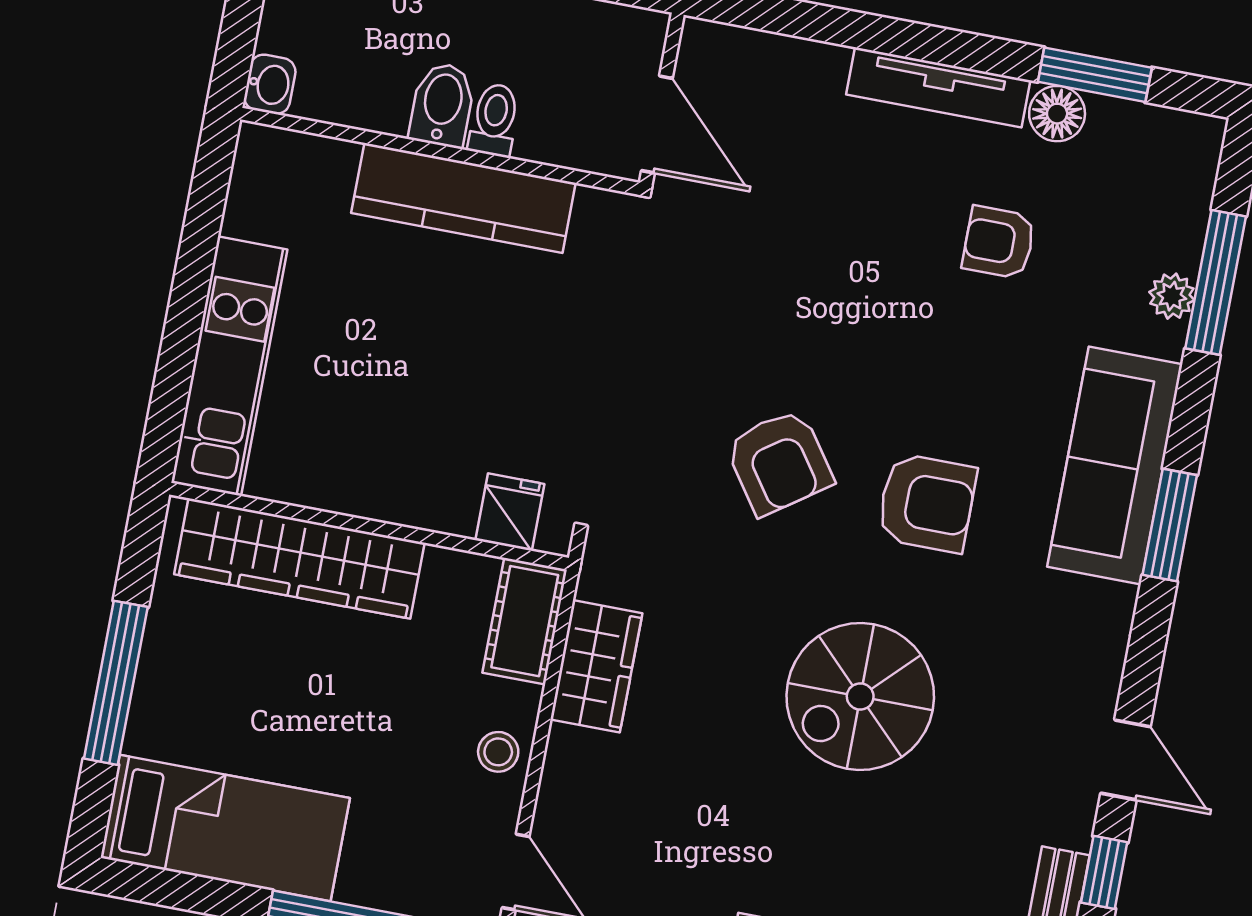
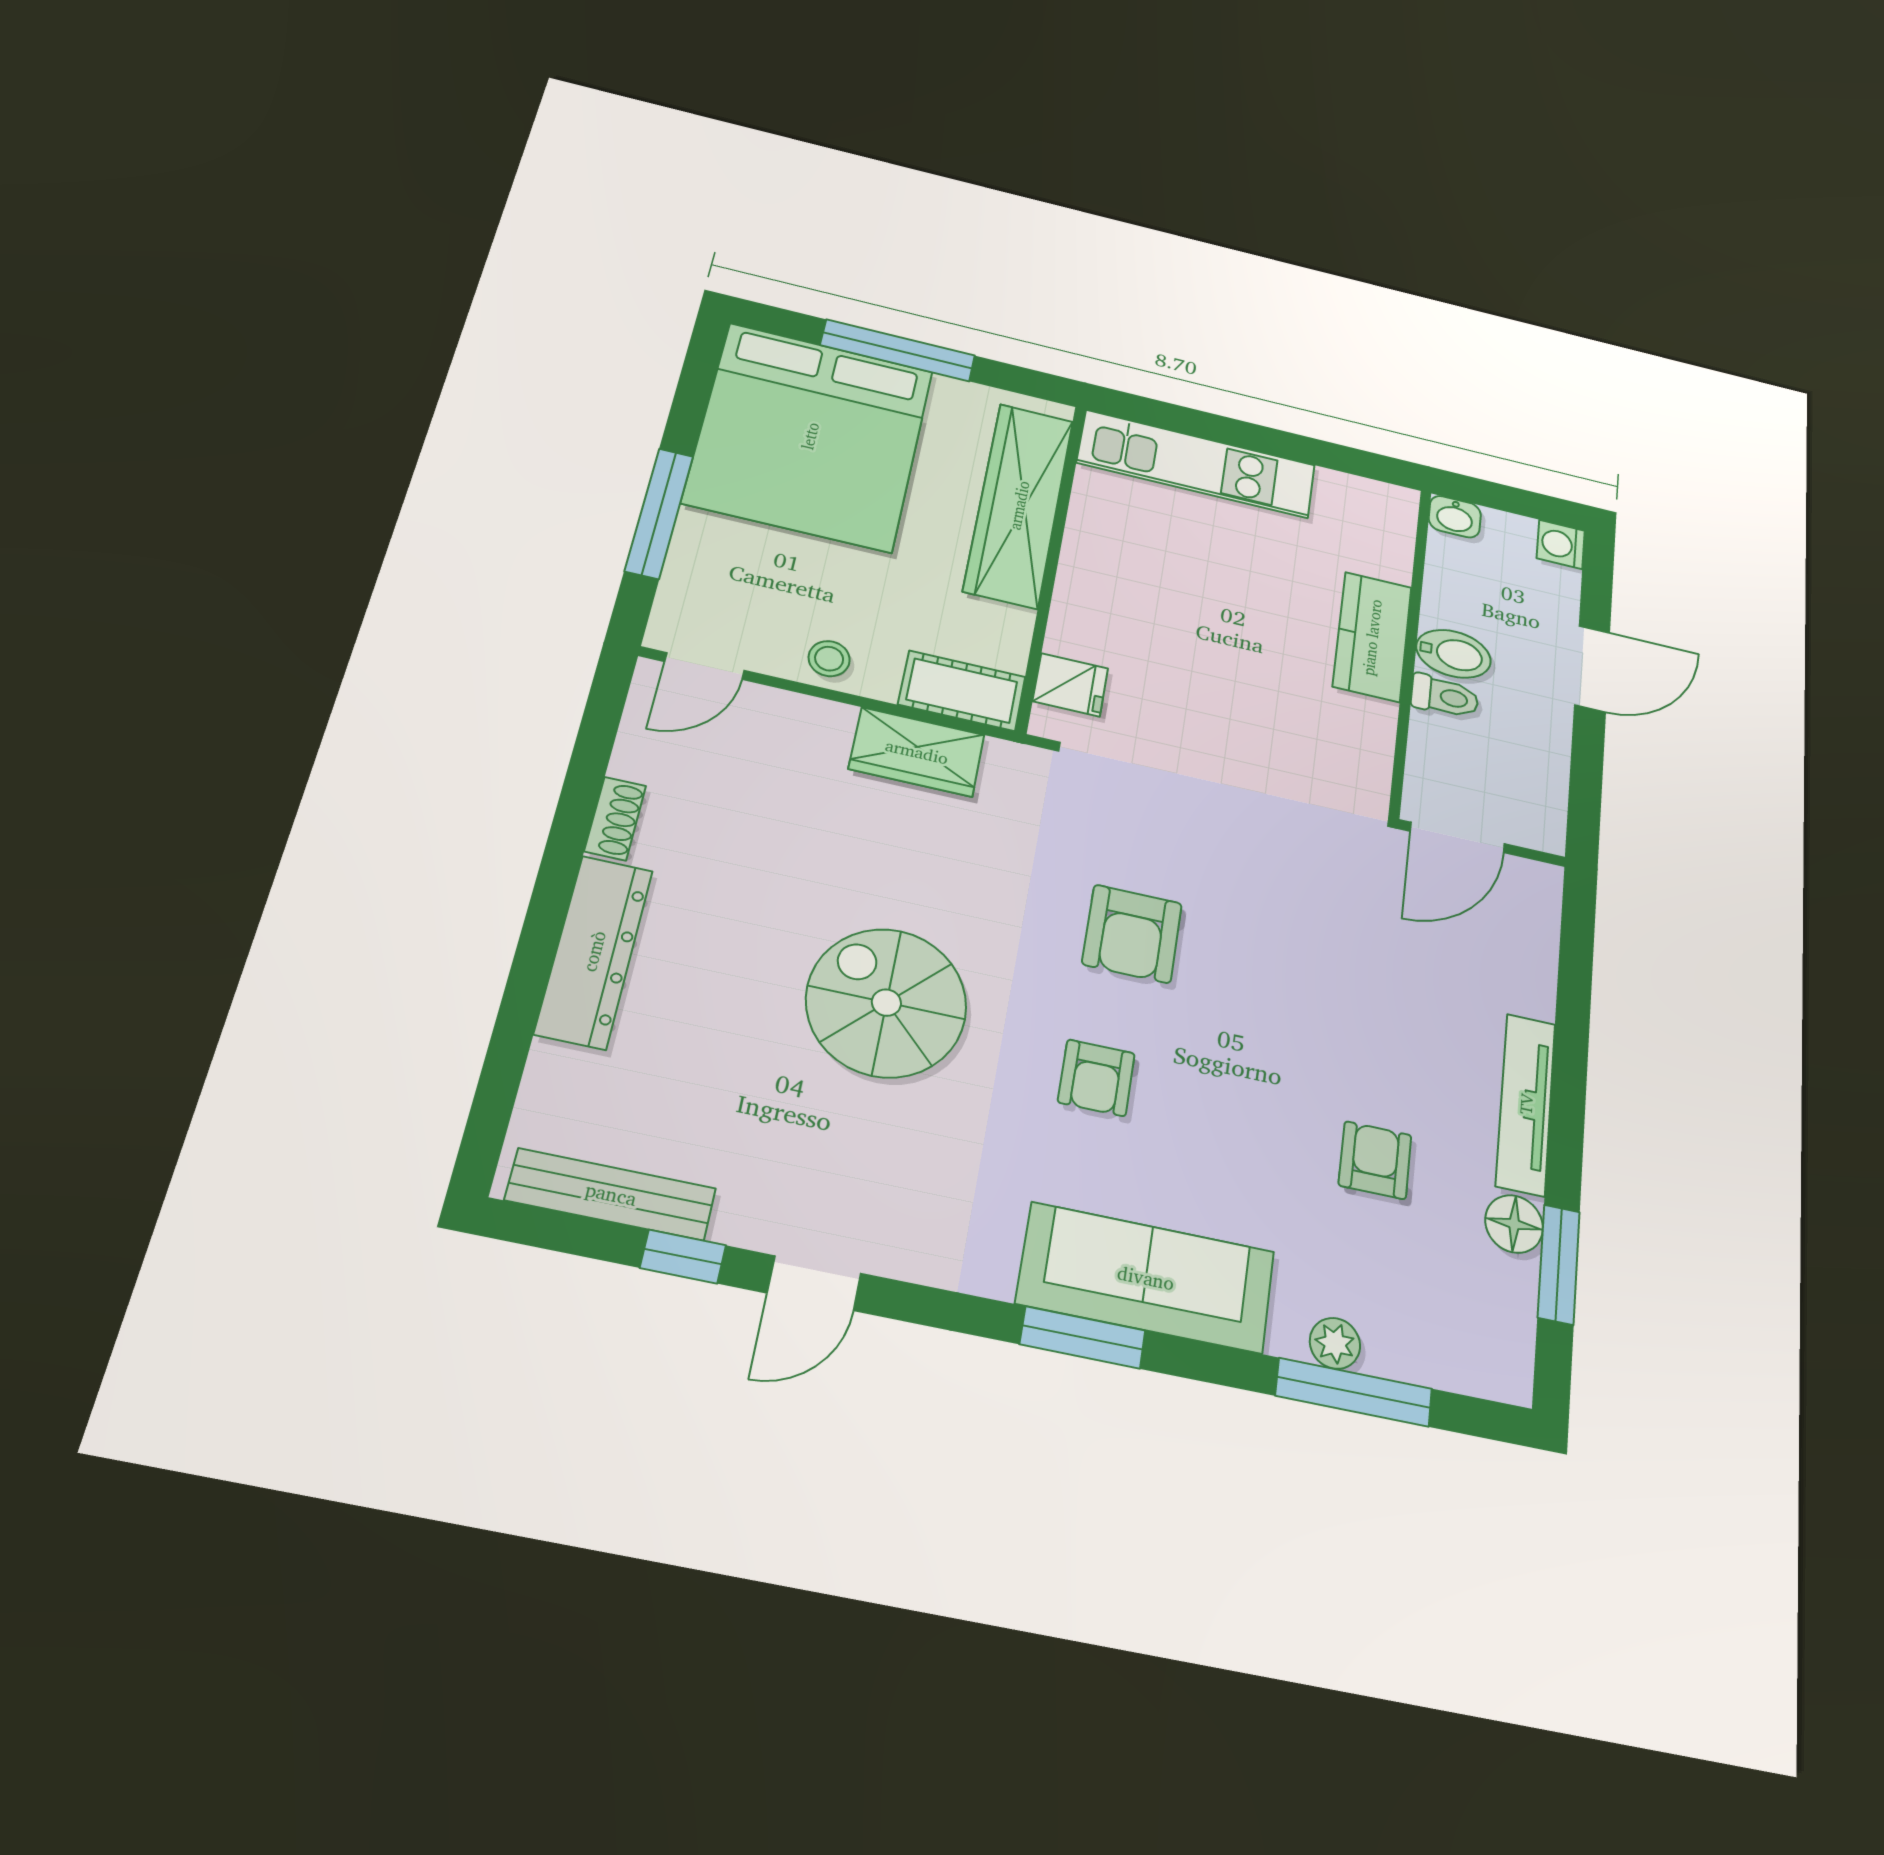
kitchen counter: (463, 198) -> (1372, 637), width x0.67
armchair: (779, 462) -> (1132, 934), turned -55
armchair: (927, 503) -> (1096, 1078), width x0.72, depth x0.72
bed: (225, 828) -> (810, 436), width x2.04

